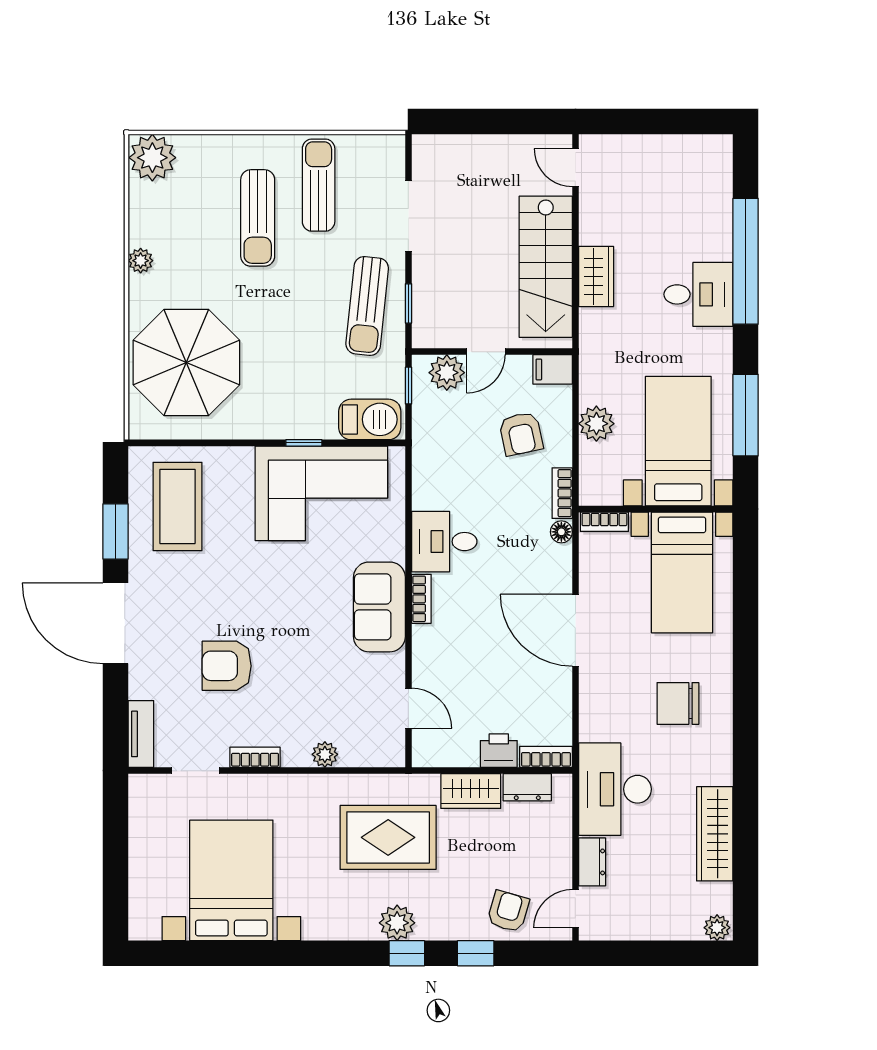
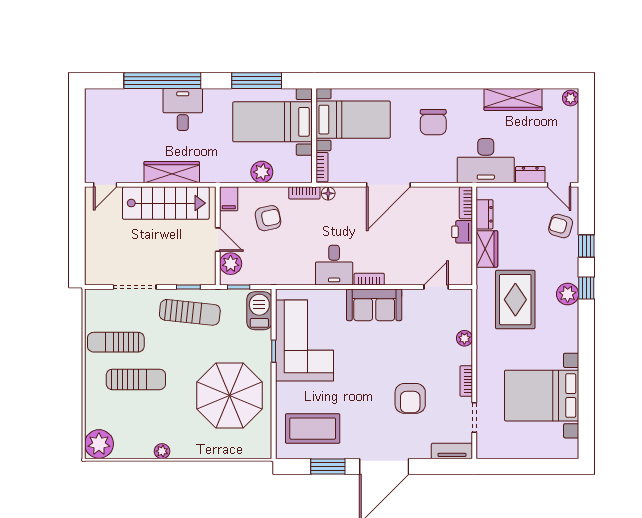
wardrobe: (596, 276) -> (172, 172), width x1.50
parasol: (186, 362) -> (229, 396), moved

